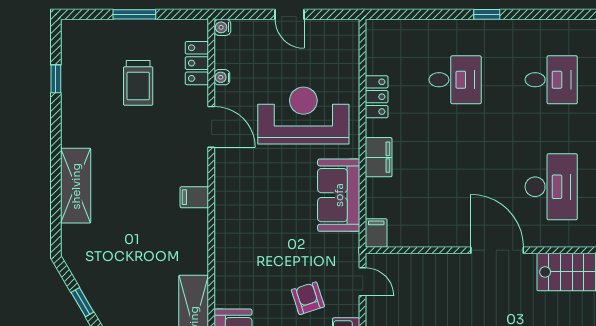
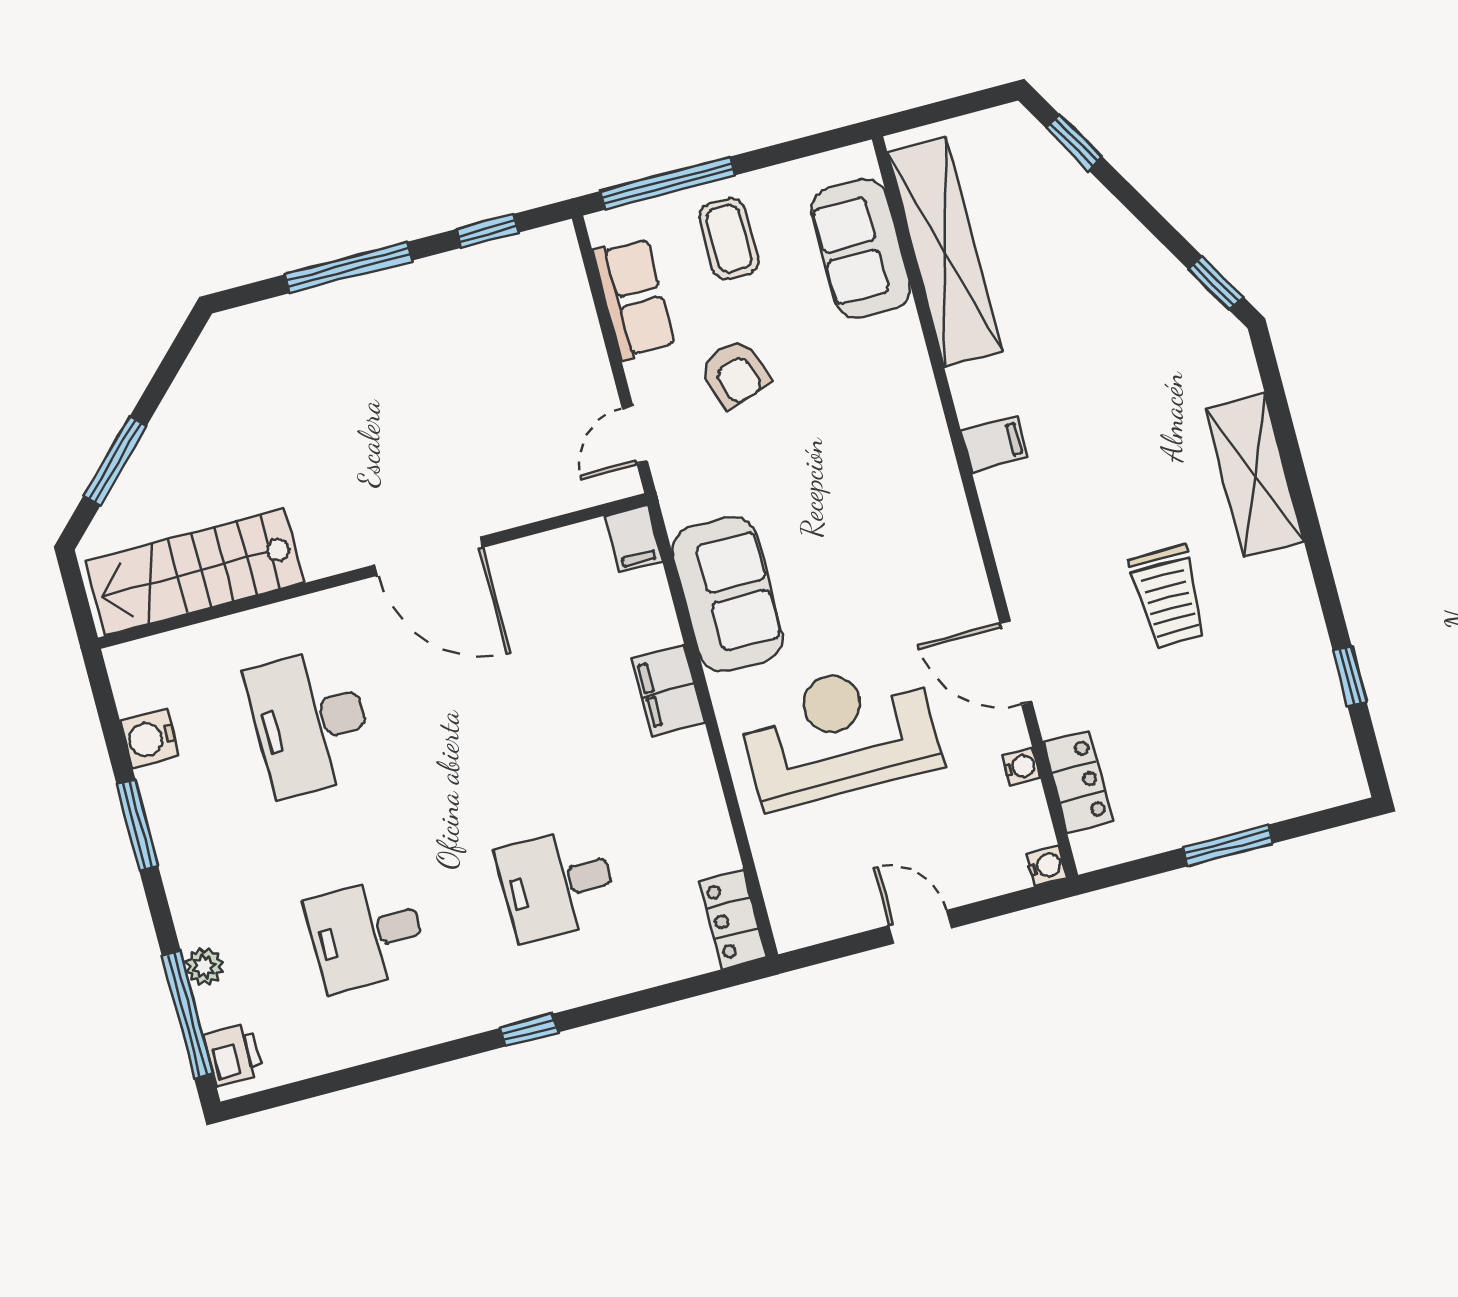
trolley: (138, 83) -> (1168, 597), moved, turned 180
locker: (377, 97) -> (733, 919), moved
reception desk: (303, 116) -> (839, 733), turned 180
filing cabinet: (194, 197) -> (994, 444), moved
door: (497, 250) -> (429, 556), moved
door: (363, 282) -> (635, 435), hinge flipped
window: (82, 302) -> (1216, 283), moved

